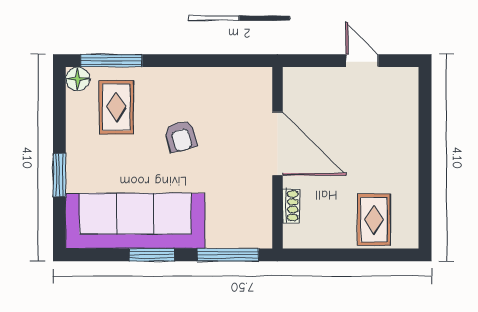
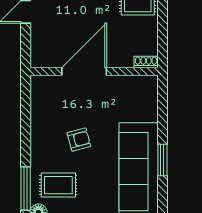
shoe rack: (291, 206) -> (146, 62), moved
window: (228, 255) -> (162, 106), removed

